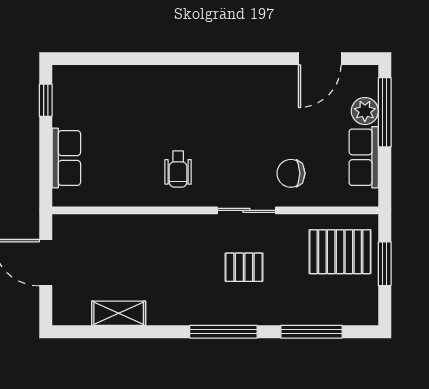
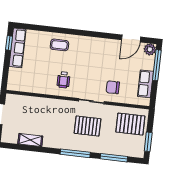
coffee table: (160, 92) -> (59, 45), added
plant: (365, 111) -> (150, 49), moved
row of seats: (66, 158) -> (18, 48), moved, width x1.48
window: (385, 264) -> (148, 142), moved
pallet: (244, 267) -> (88, 126), width x1.50, depth x1.42

